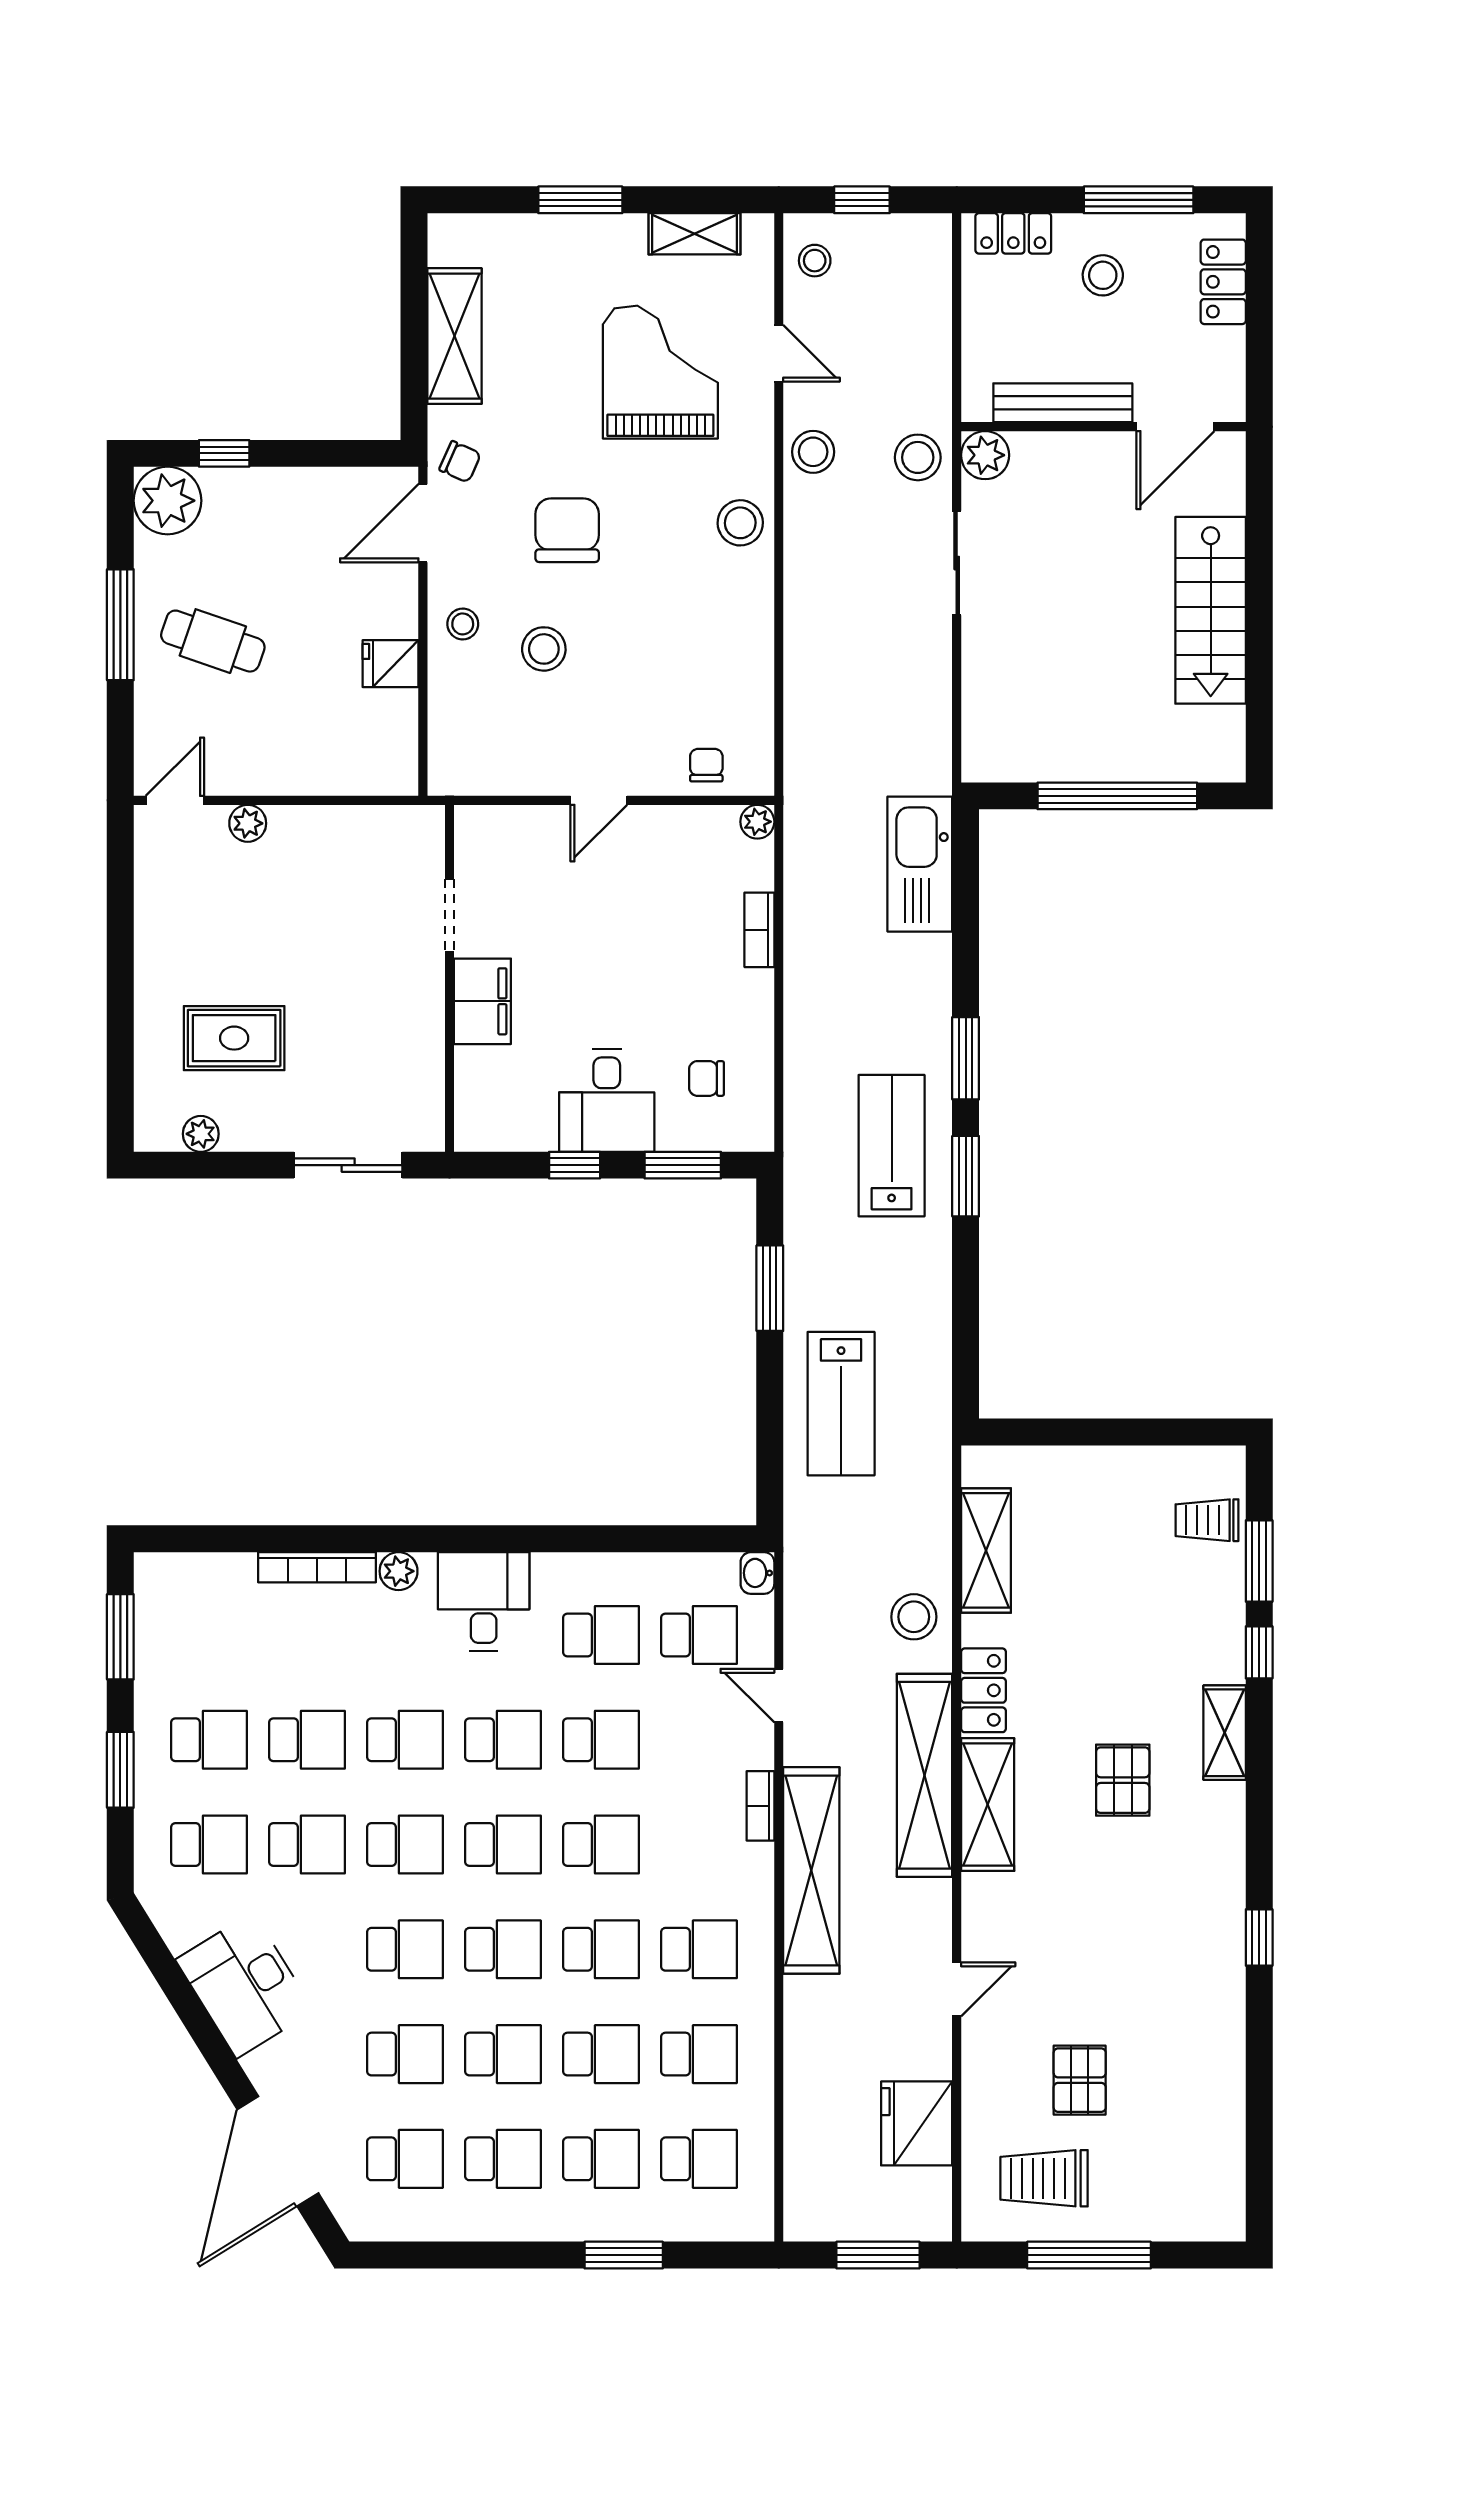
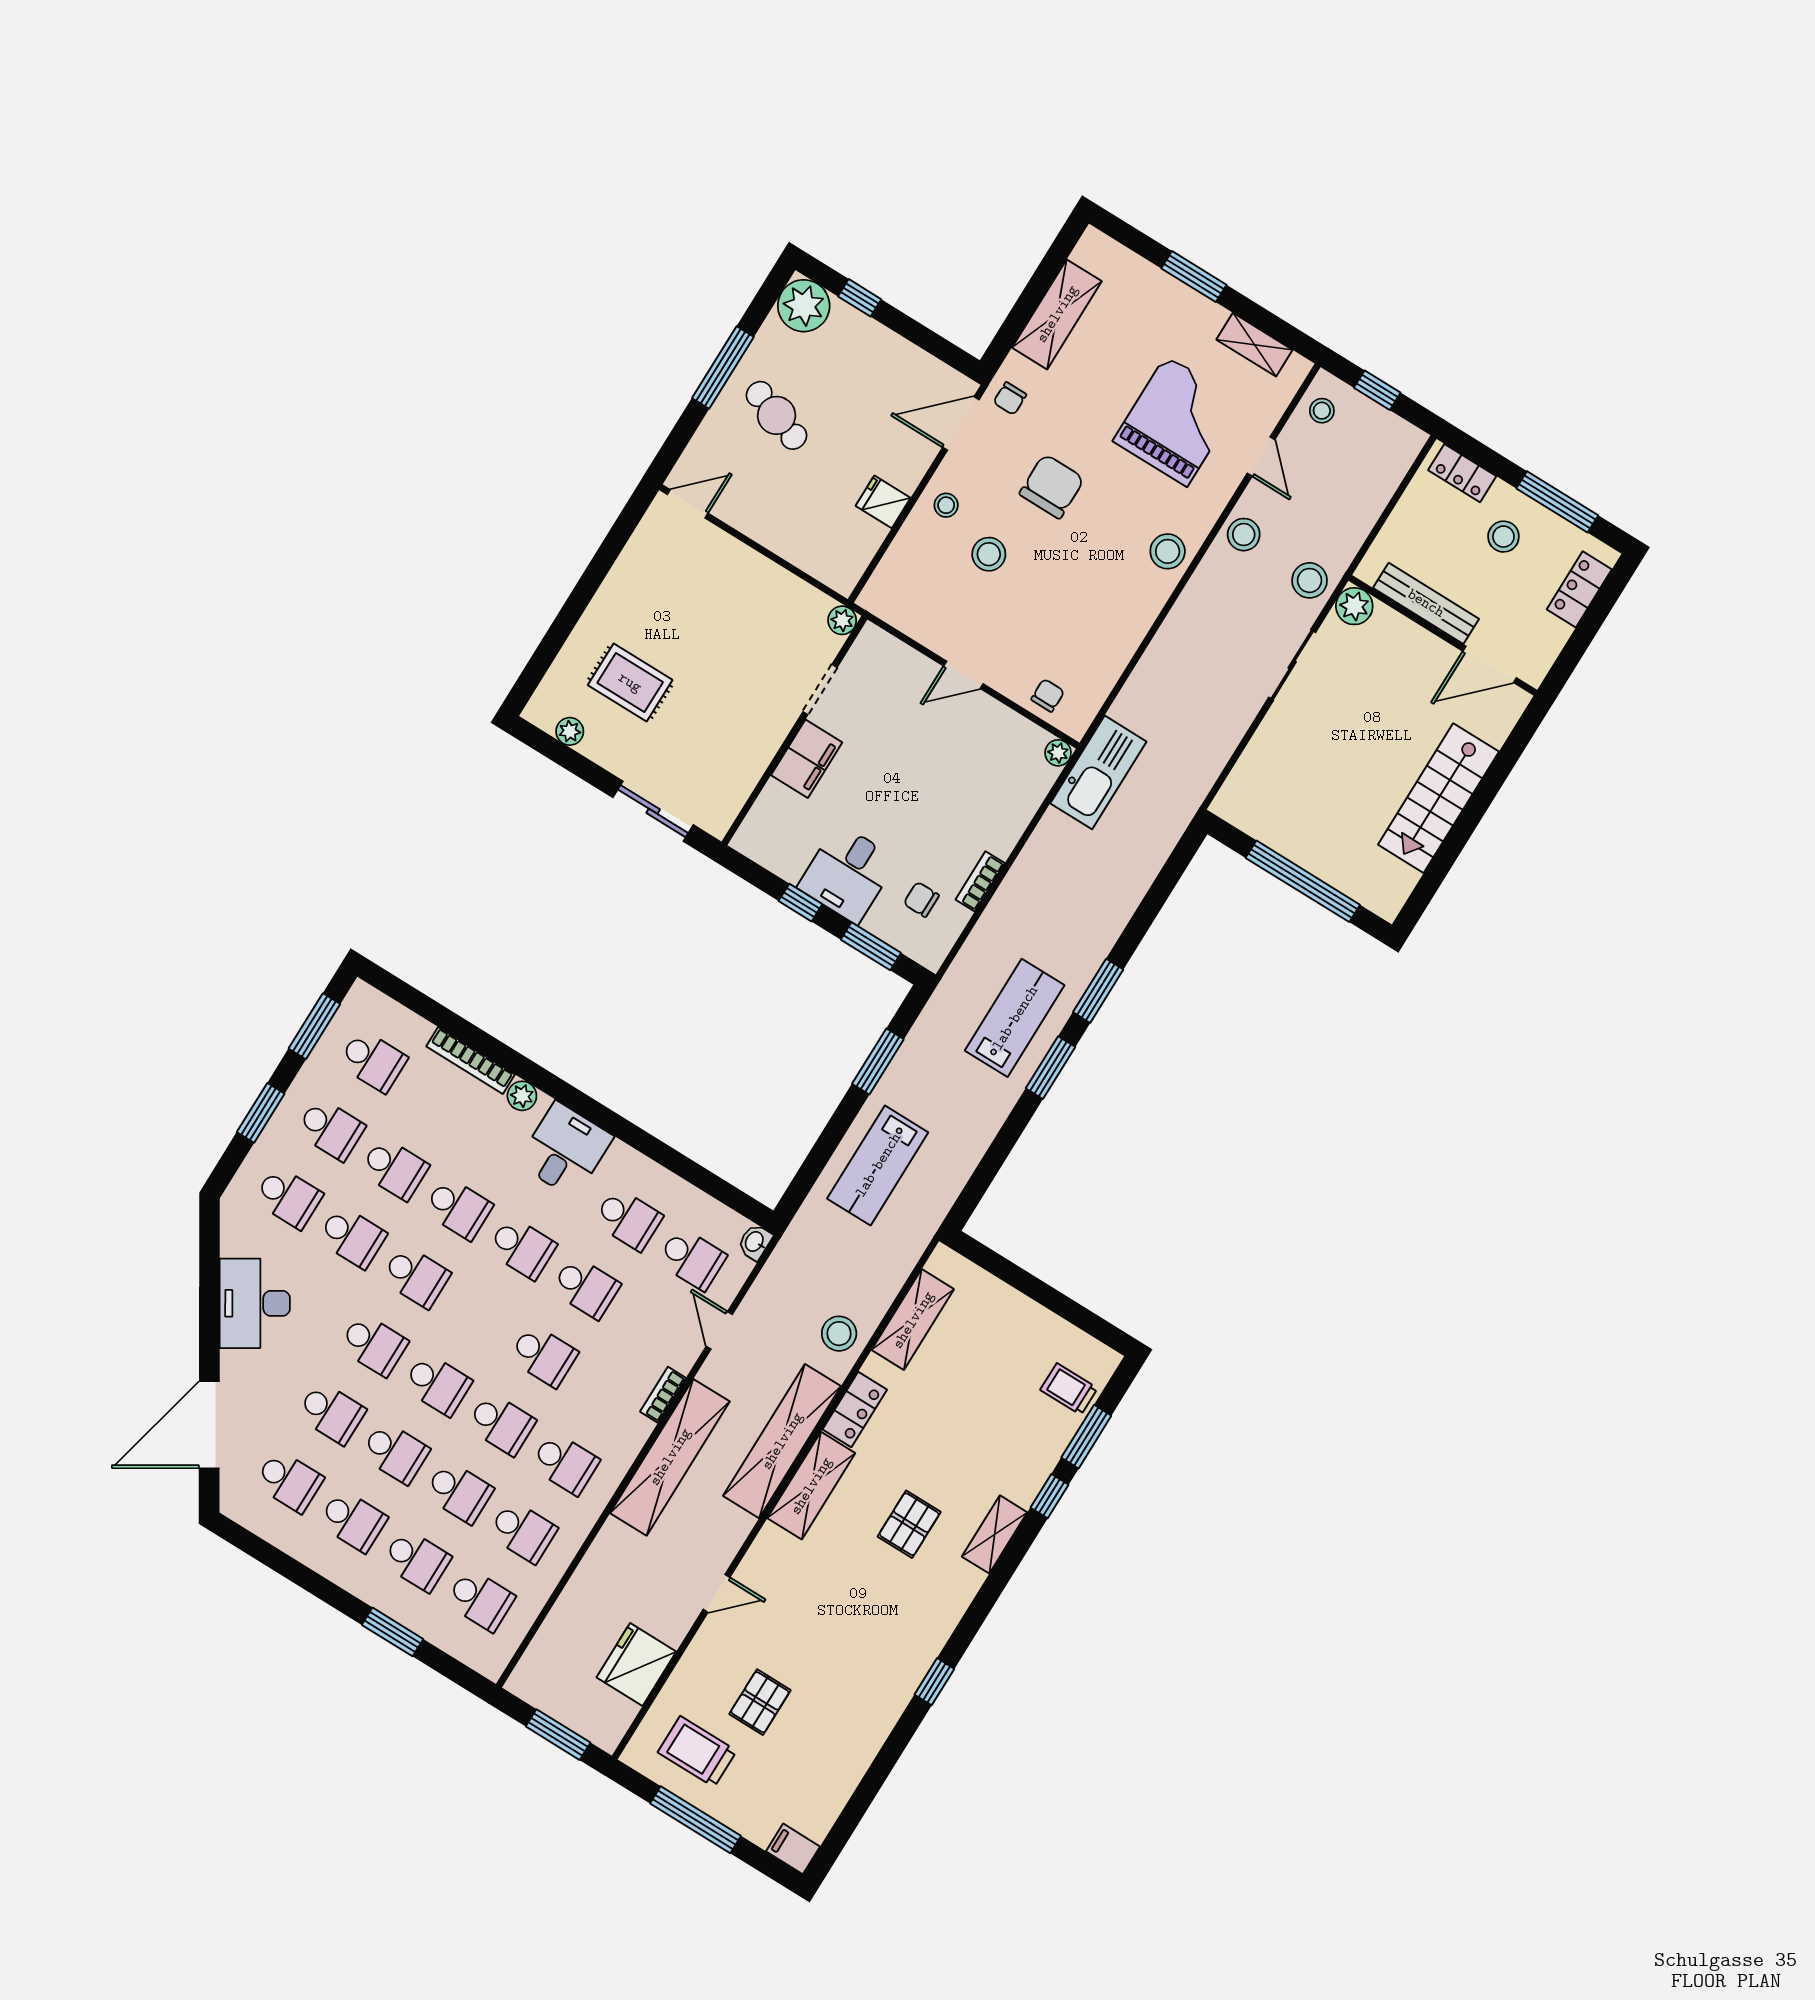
chair: (460, 462) -> (1010, 398), turned 66
plant: (248, 823) -> (842, 620), moved
kitchen sink: (920, 864) -> (1098, 772), moved, turned 180
bookcase: (759, 930) -> (980, 881), moved
school desk: (503, 1845) -> (373, 1061), moved
filing cabinet: (1217, 2220) -> (793, 1849), added

